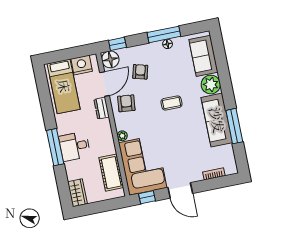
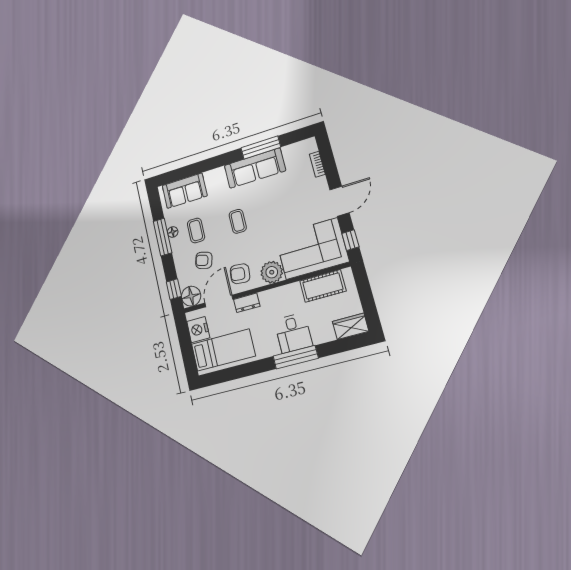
coffee table: (167, 65) -> (196, 231), added
door: (105, 84) -> (219, 301), hinge flipped
plant: (211, 85) -> (216, 179), removed
plant: (122, 136) -> (272, 272), width x1.87, depth x1.87

